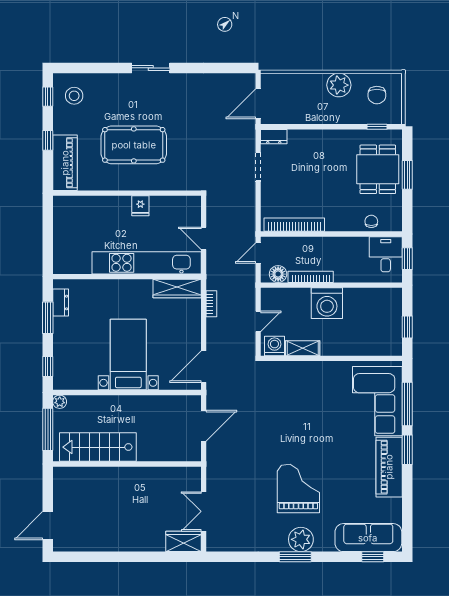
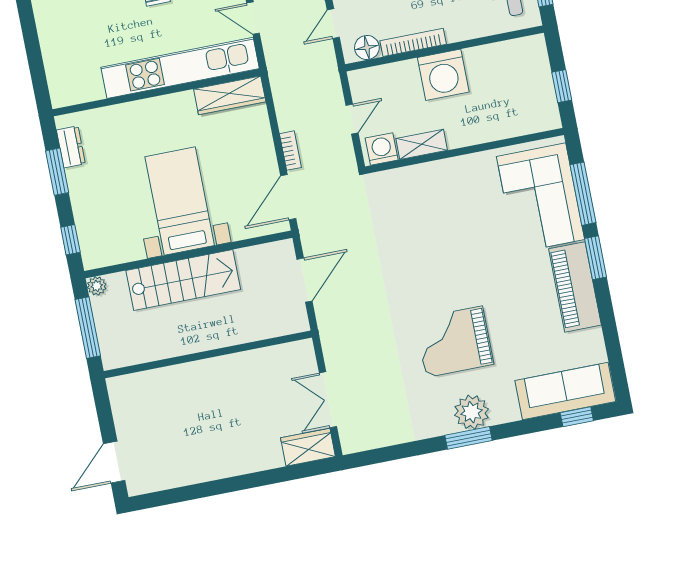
bookcase: (211, 304) -> (290, 151), moved
stairs: (98, 447) -> (183, 280), moved, turned 180
grand piano: (298, 489) -> (454, 342), turned -90

